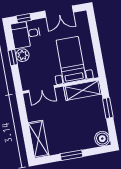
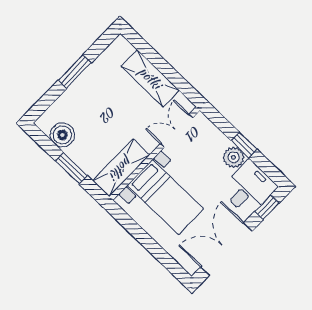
double door: (59, 12) -> (226, 249), width x1.37
shelving: (39, 139) -> (150, 78), moved
boiler: (102, 139) -> (62, 135), moved

